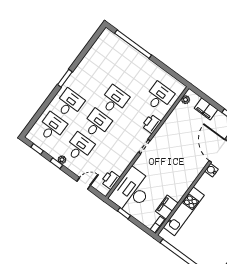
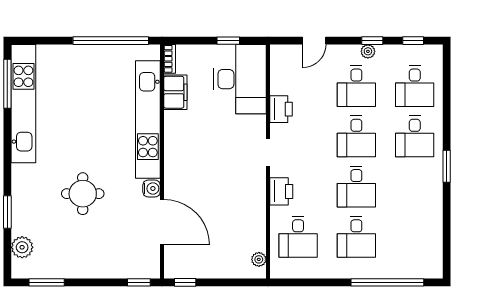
desk: (132, 76) -> (356, 237), added
filing cabinet: (206, 109) -> (221, 267), removed
printer: (110, 180) -> (281, 109), moved
kitchen unit: (184, 211) -> (148, 120), width x1.36

